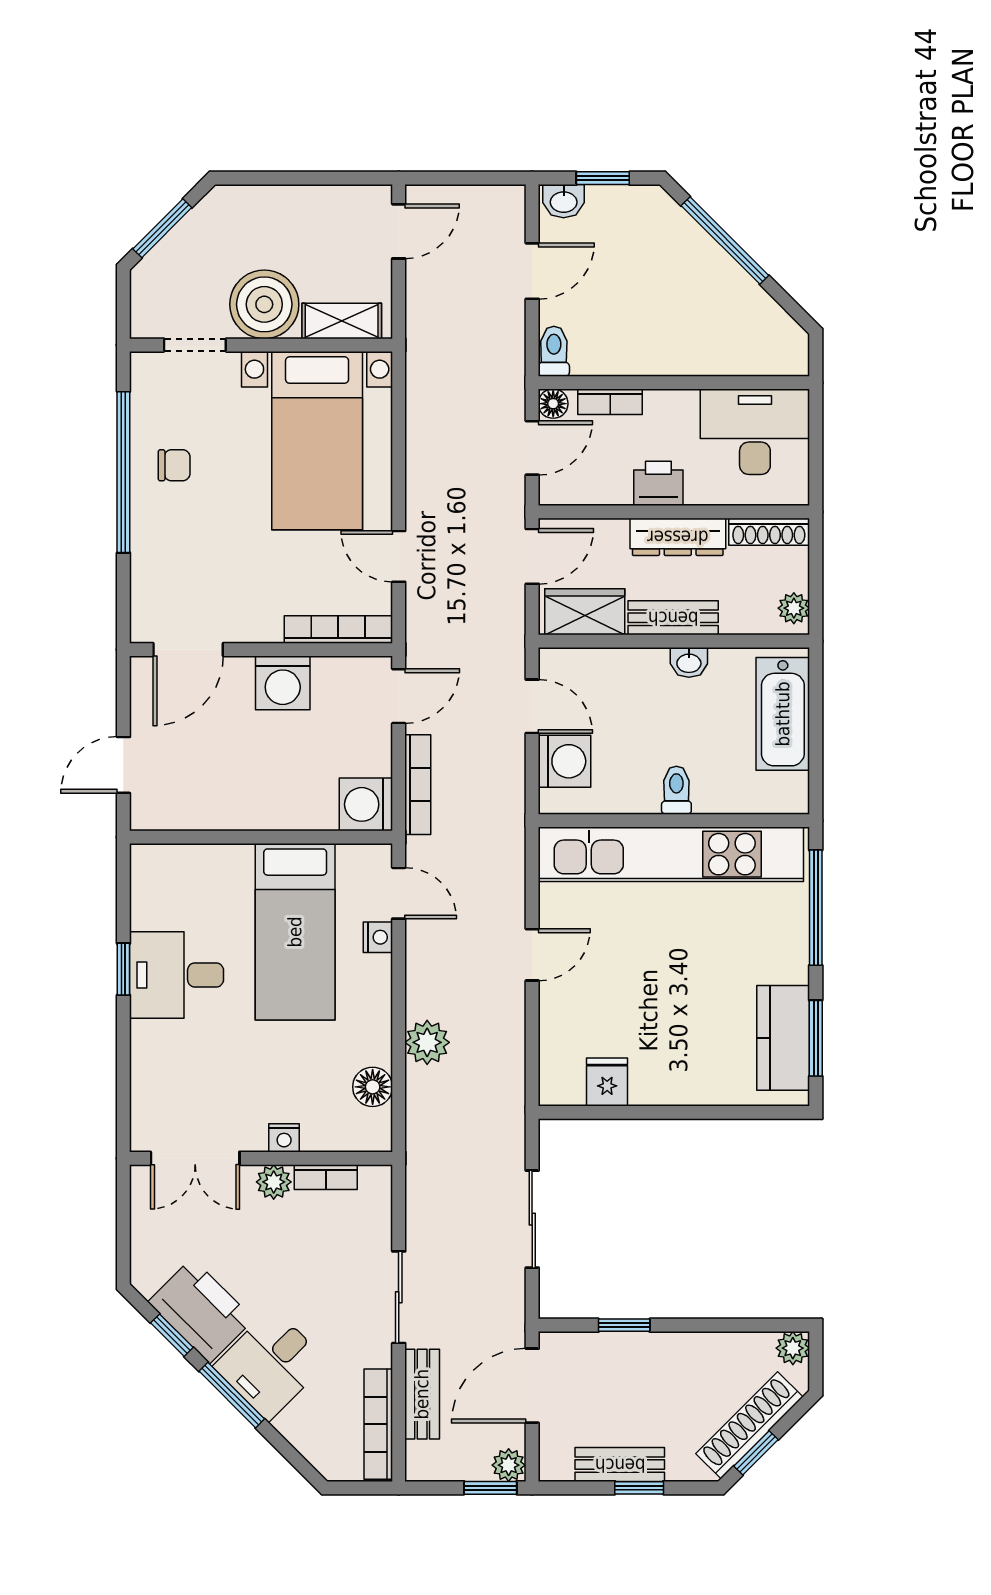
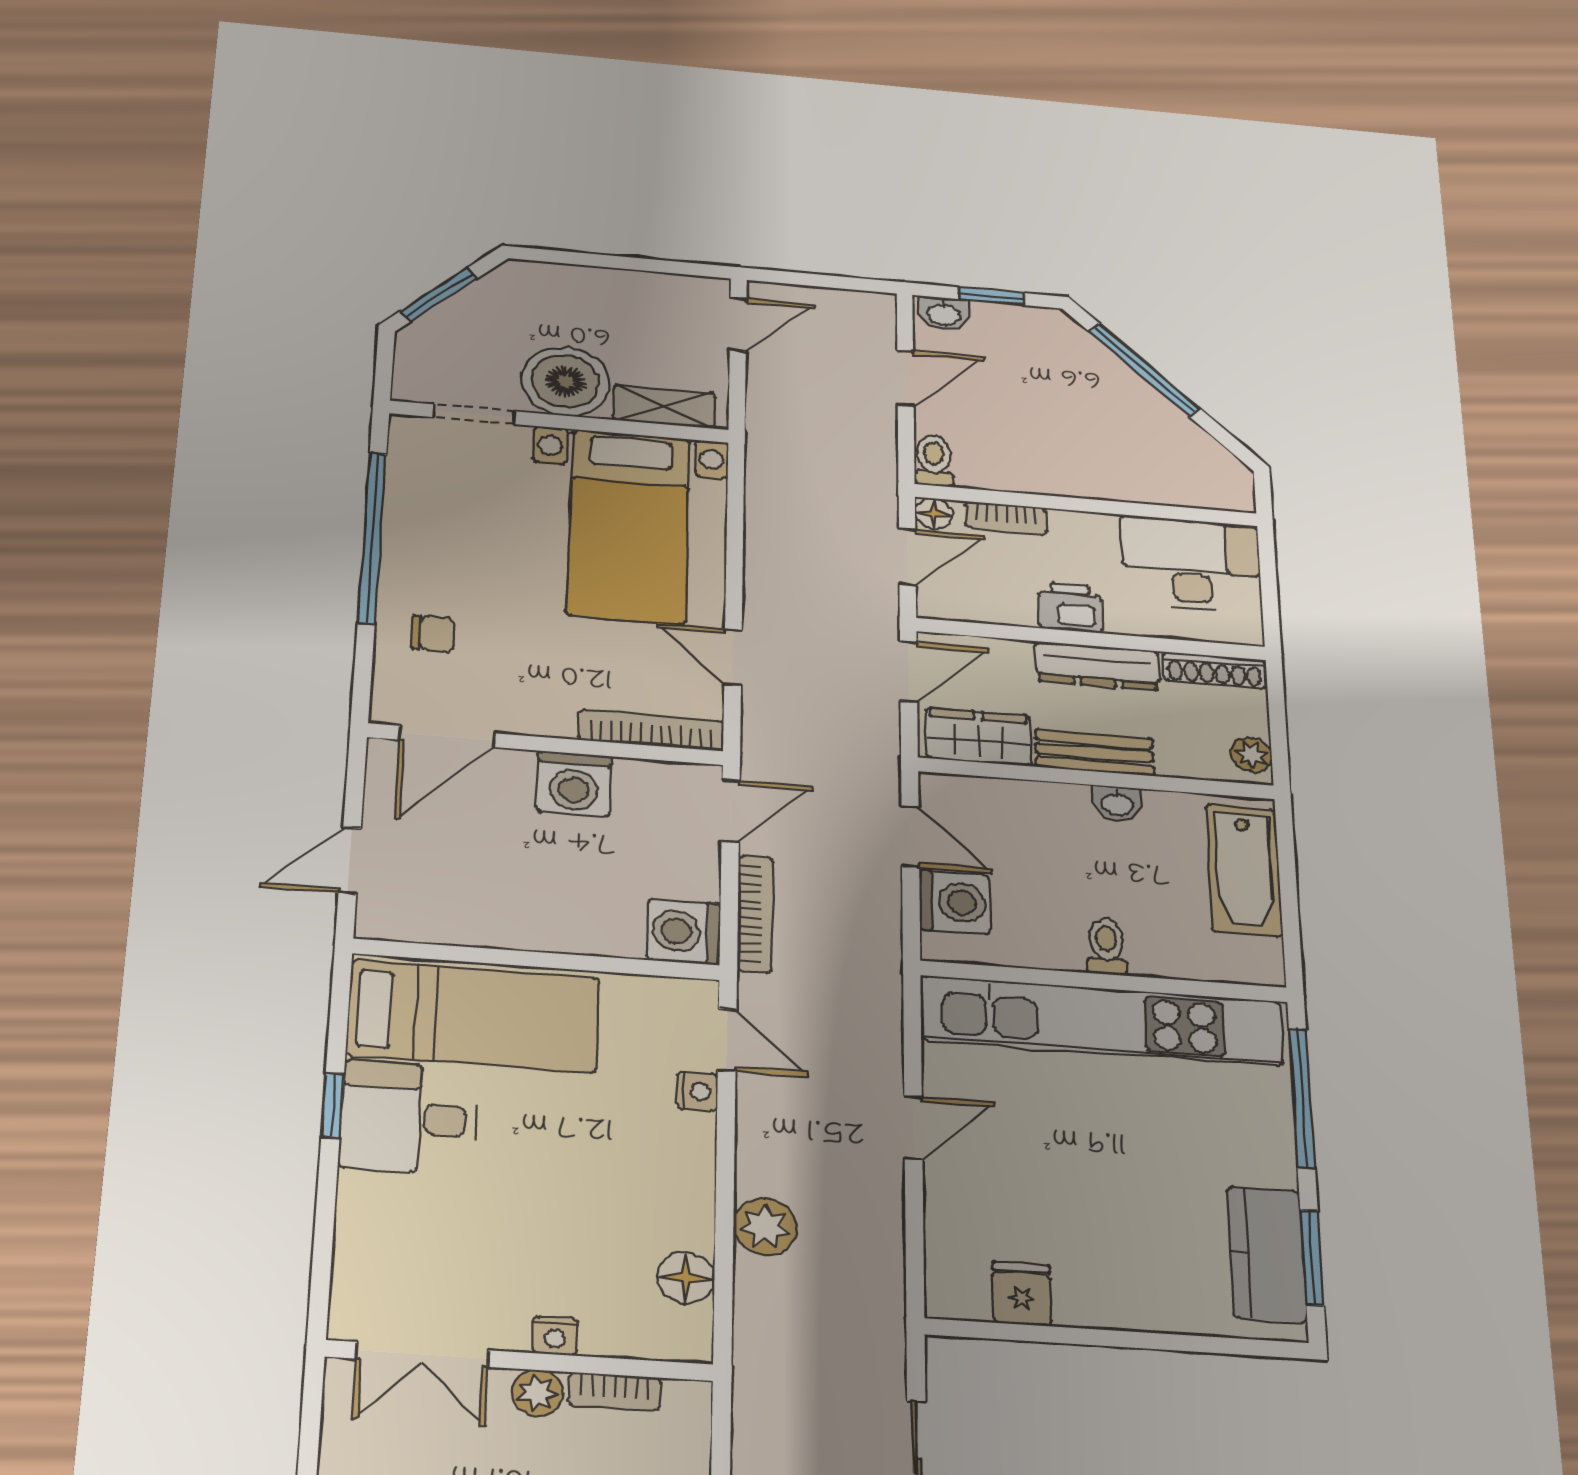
chair: (174, 465) -> (433, 634), moved
bed: (295, 932) -> (474, 1016), moved, turned -90

